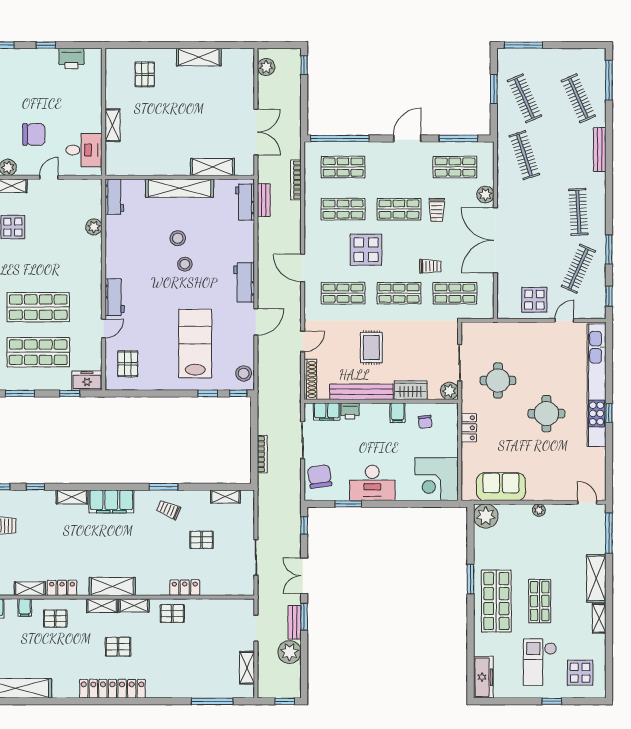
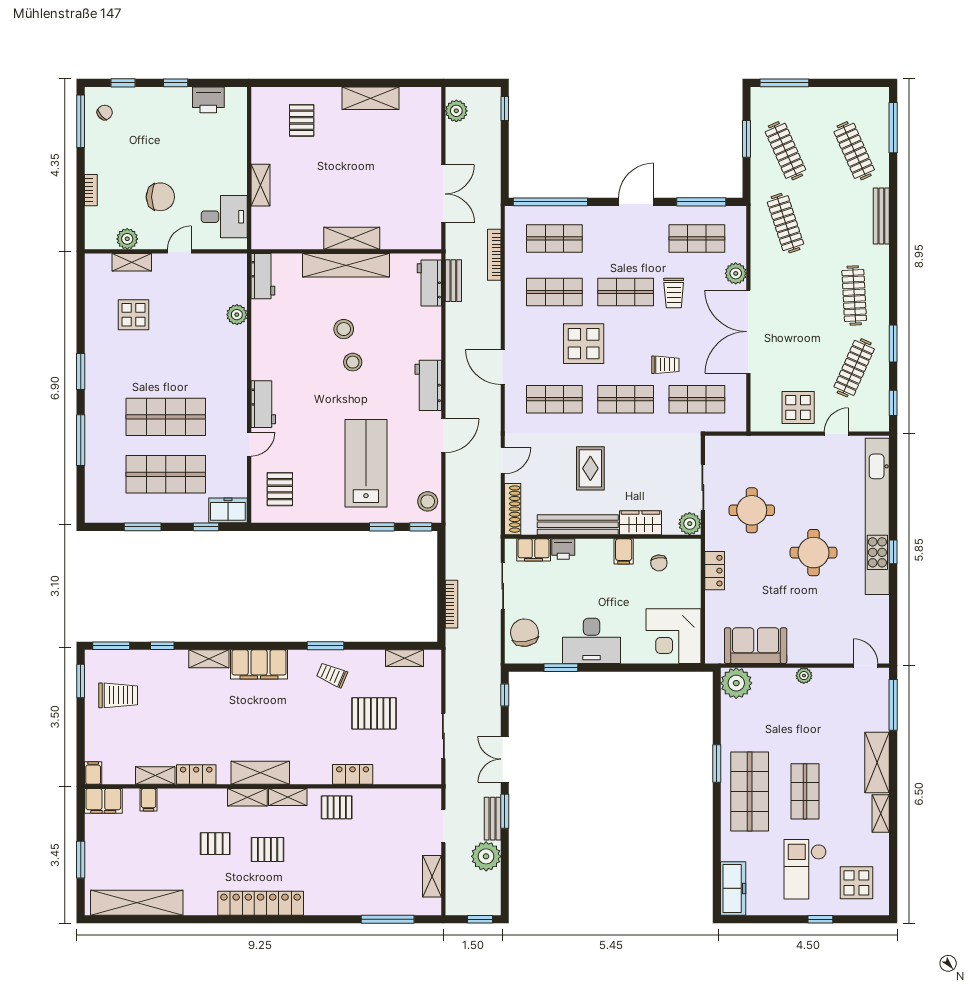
shelving: (212, 167) -> (352, 238), moved
pallet: (202, 540) -> (374, 713), width x1.50, depth x1.42
pallet: (55, 619) -> (215, 844), moved

